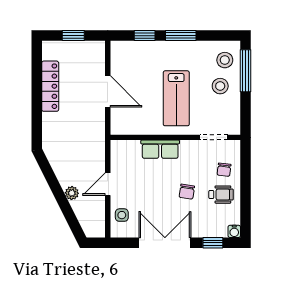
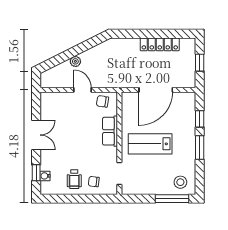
stool: (220, 86) -> (160, 179), removed
door: (108, 91) -> (156, 90), width x1.36
chair: (187, 192) -> (102, 101), moved
side table: (122, 215) -> (58, 101), removed
water cooler: (234, 231) -> (45, 176), moved
double door: (165, 243) -> (36, 135), width x0.73

